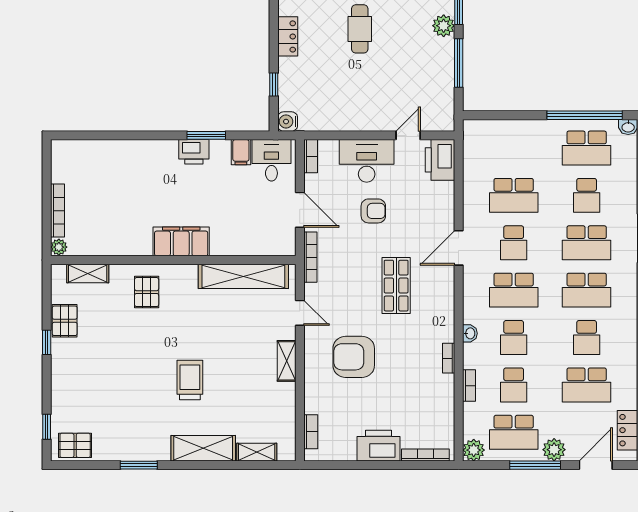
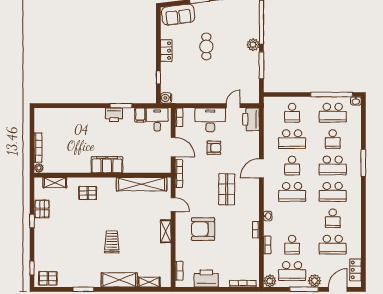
pallet: (147, 292) -> (88, 193), turned 90
school desk: (514, 338) -> (292, 113), moved
printer: (378, 446) -> (206, 278), moved

